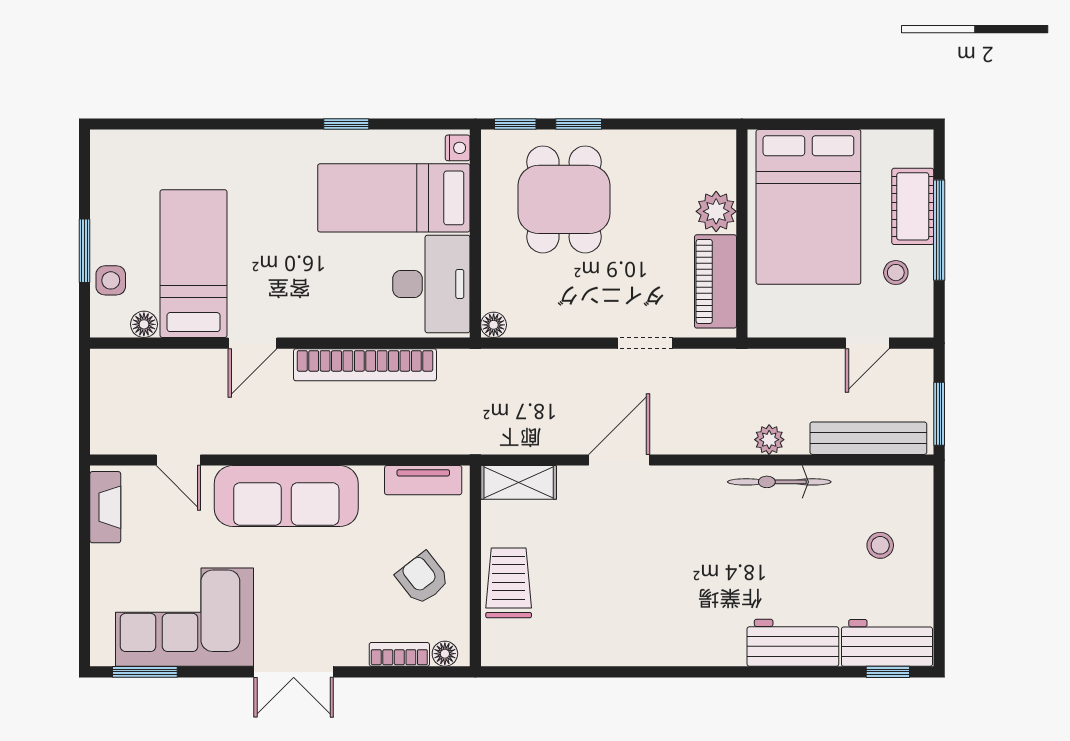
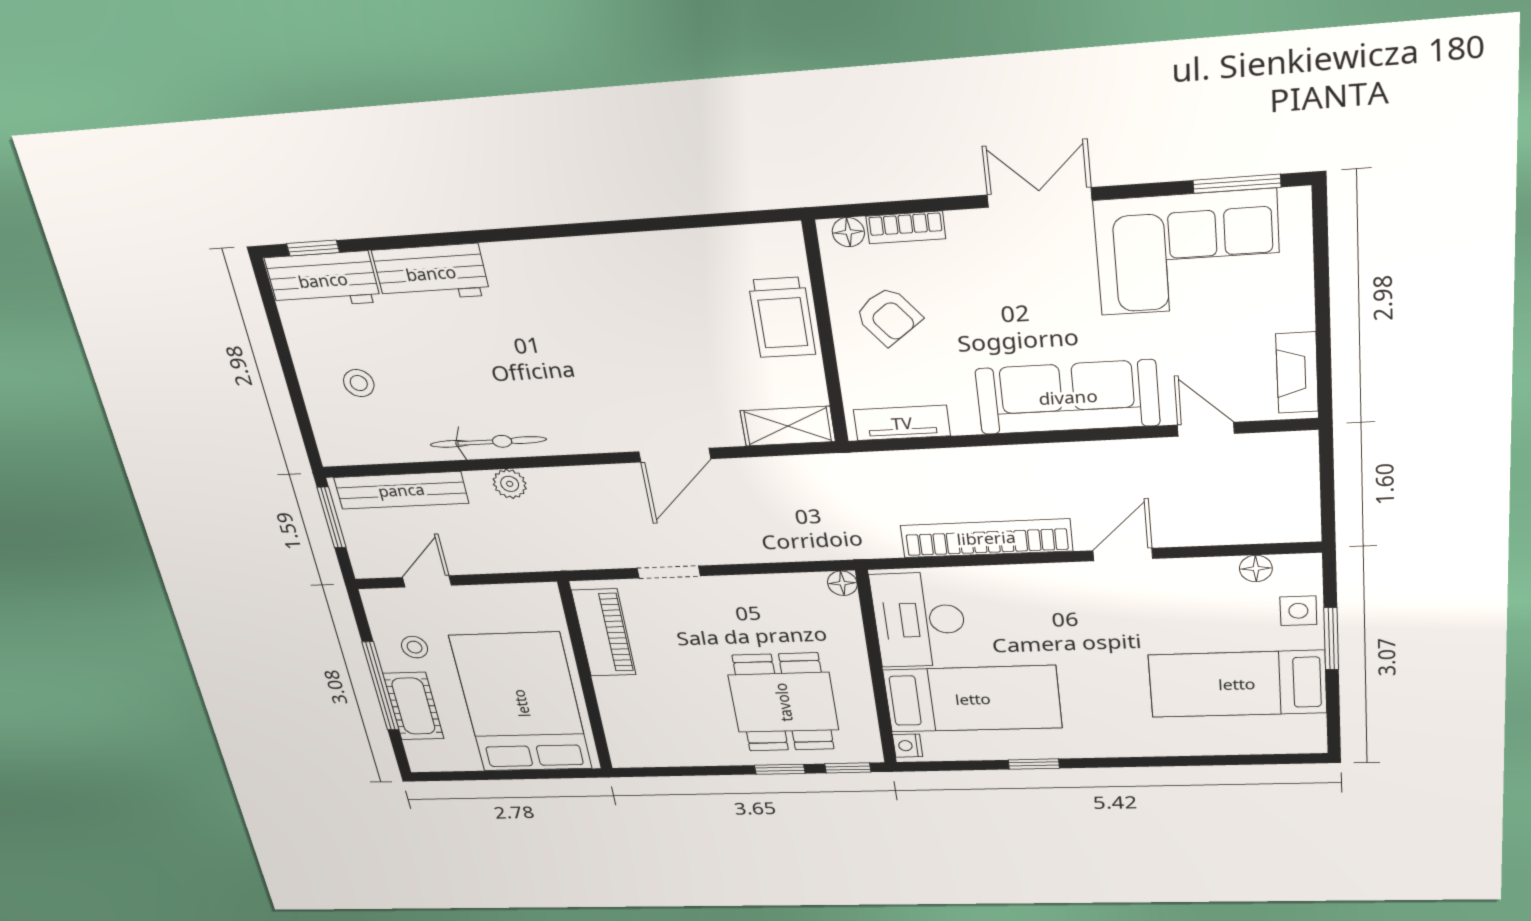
plant: (716, 211) -> (617, 696), removed
bed: (194, 264) -> (1237, 684), moved, turned 90

